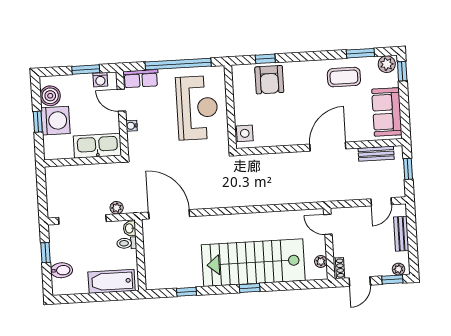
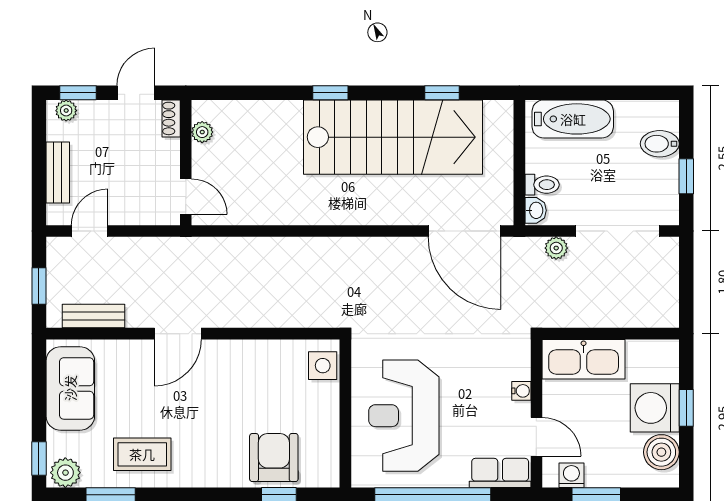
door: (328, 147) -> (178, 334), width x0.73
stairs: (253, 263) -> (393, 137), moved

